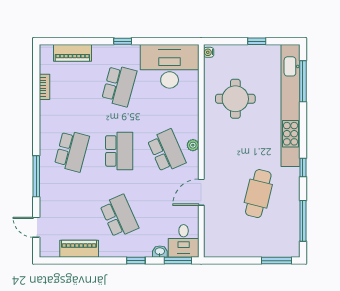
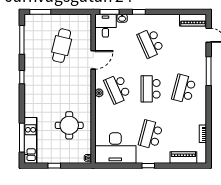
kitchen unit: (291, 106) -> (31, 140), width x0.54
cafe table: (258, 194) -> (62, 46), moved
piano: (79, 249) -> (193, 20), moved

